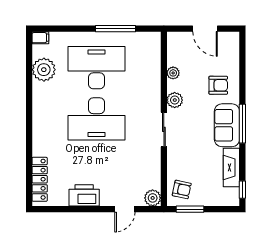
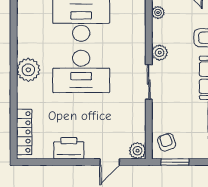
plant: (44, 70) -> (28, 70), moved
plant: (173, 73) -> (158, 13), moved
armchair: (182, 189) -> (167, 142), turned -122

